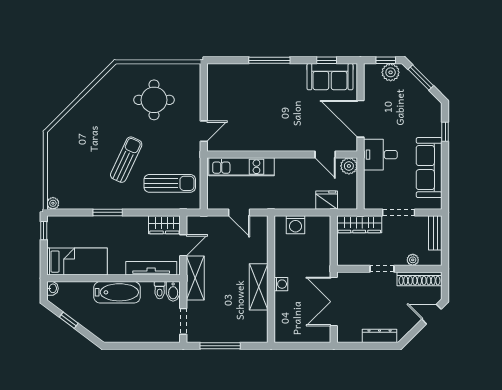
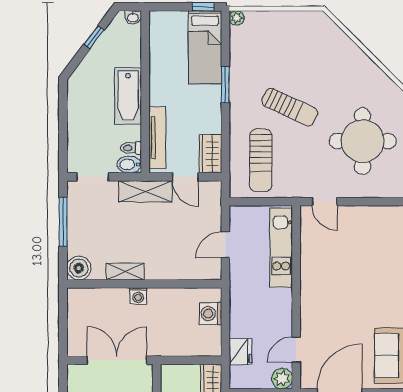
round table: (154, 100) -> (363, 141), width x1.36, depth x1.36
bed: (77, 262) -> (205, 47), moved
shelving: (259, 287) -> (125, 271), width x0.67, depth x0.75
boiler: (258, 333) -> (79, 268), added

